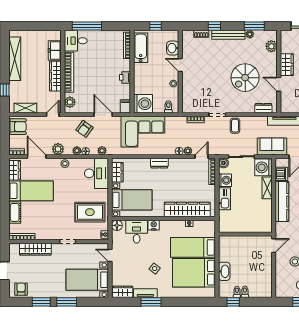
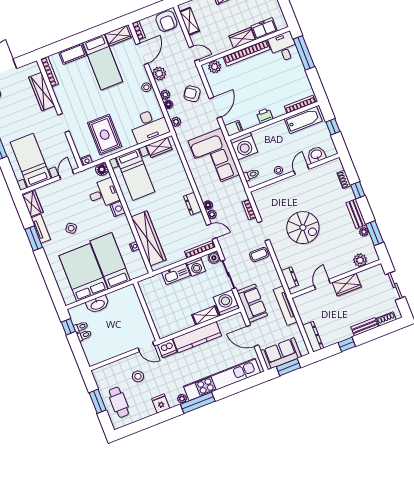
bench: (228, 35) -> (356, 214), width x0.73
wardrobe: (55, 76) -> (242, 38), width x0.67
spiral stairs: (245, 78) -> (303, 228), moved, turned 180
dresser: (159, 163) -> (193, 204), moved
dishwasher: (281, 174) -> (167, 348), moved

